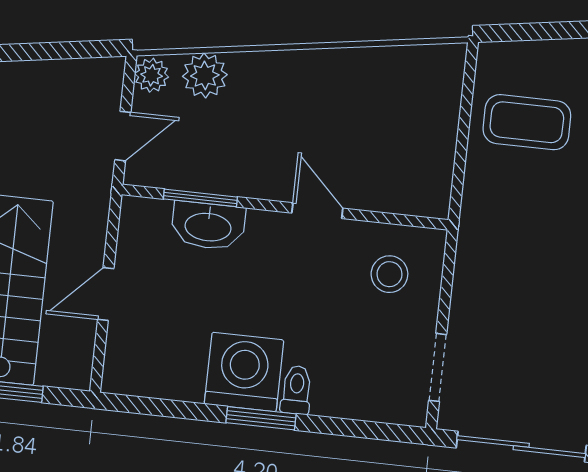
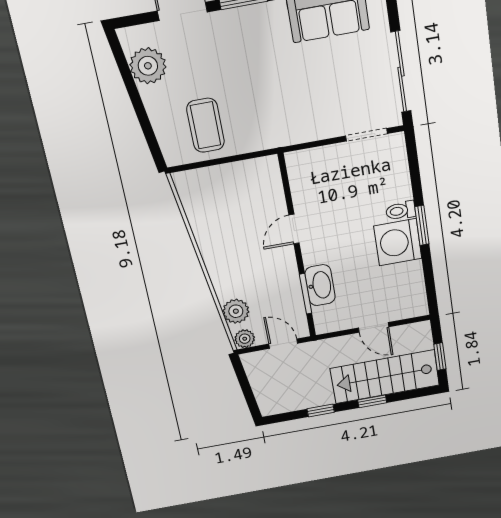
stool: (389, 274) -> (319, 178), removed

